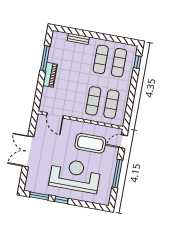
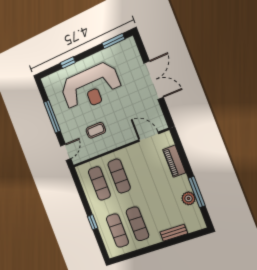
plant: (53, 57) -> (189, 198), added
window: (138, 62) -> (93, 222), moved
piano: (50, 75) -> (174, 161), moved
coffee table: (90, 143) -> (96, 130), width x0.54, depth x0.58
window: (61, 200) -> (68, 63), moved

